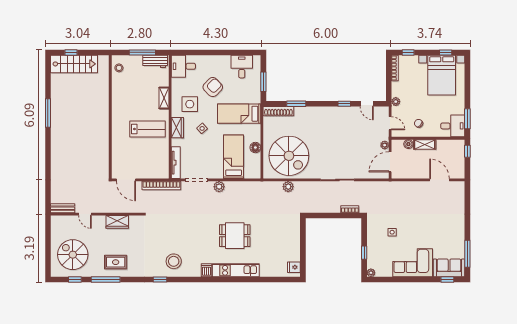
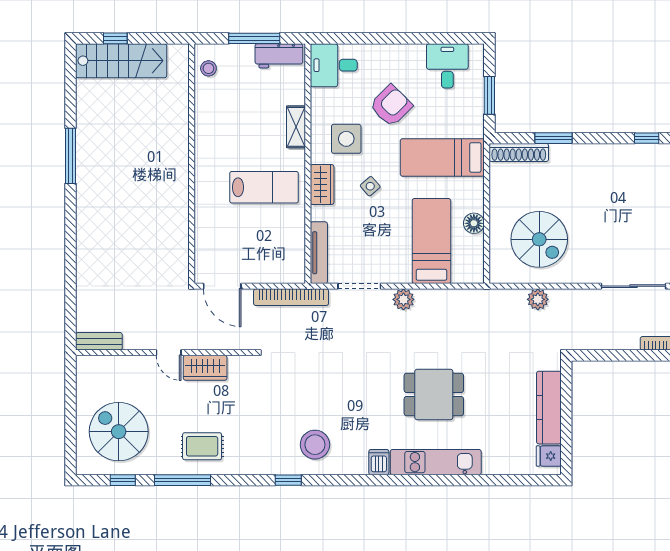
spiral stairs: (289, 156) -> (539, 239), width x0.73, depth x0.73
door: (85, 214) -> (169, 353), moved
kitchen counter: (294, 242) -> (549, 408), added

